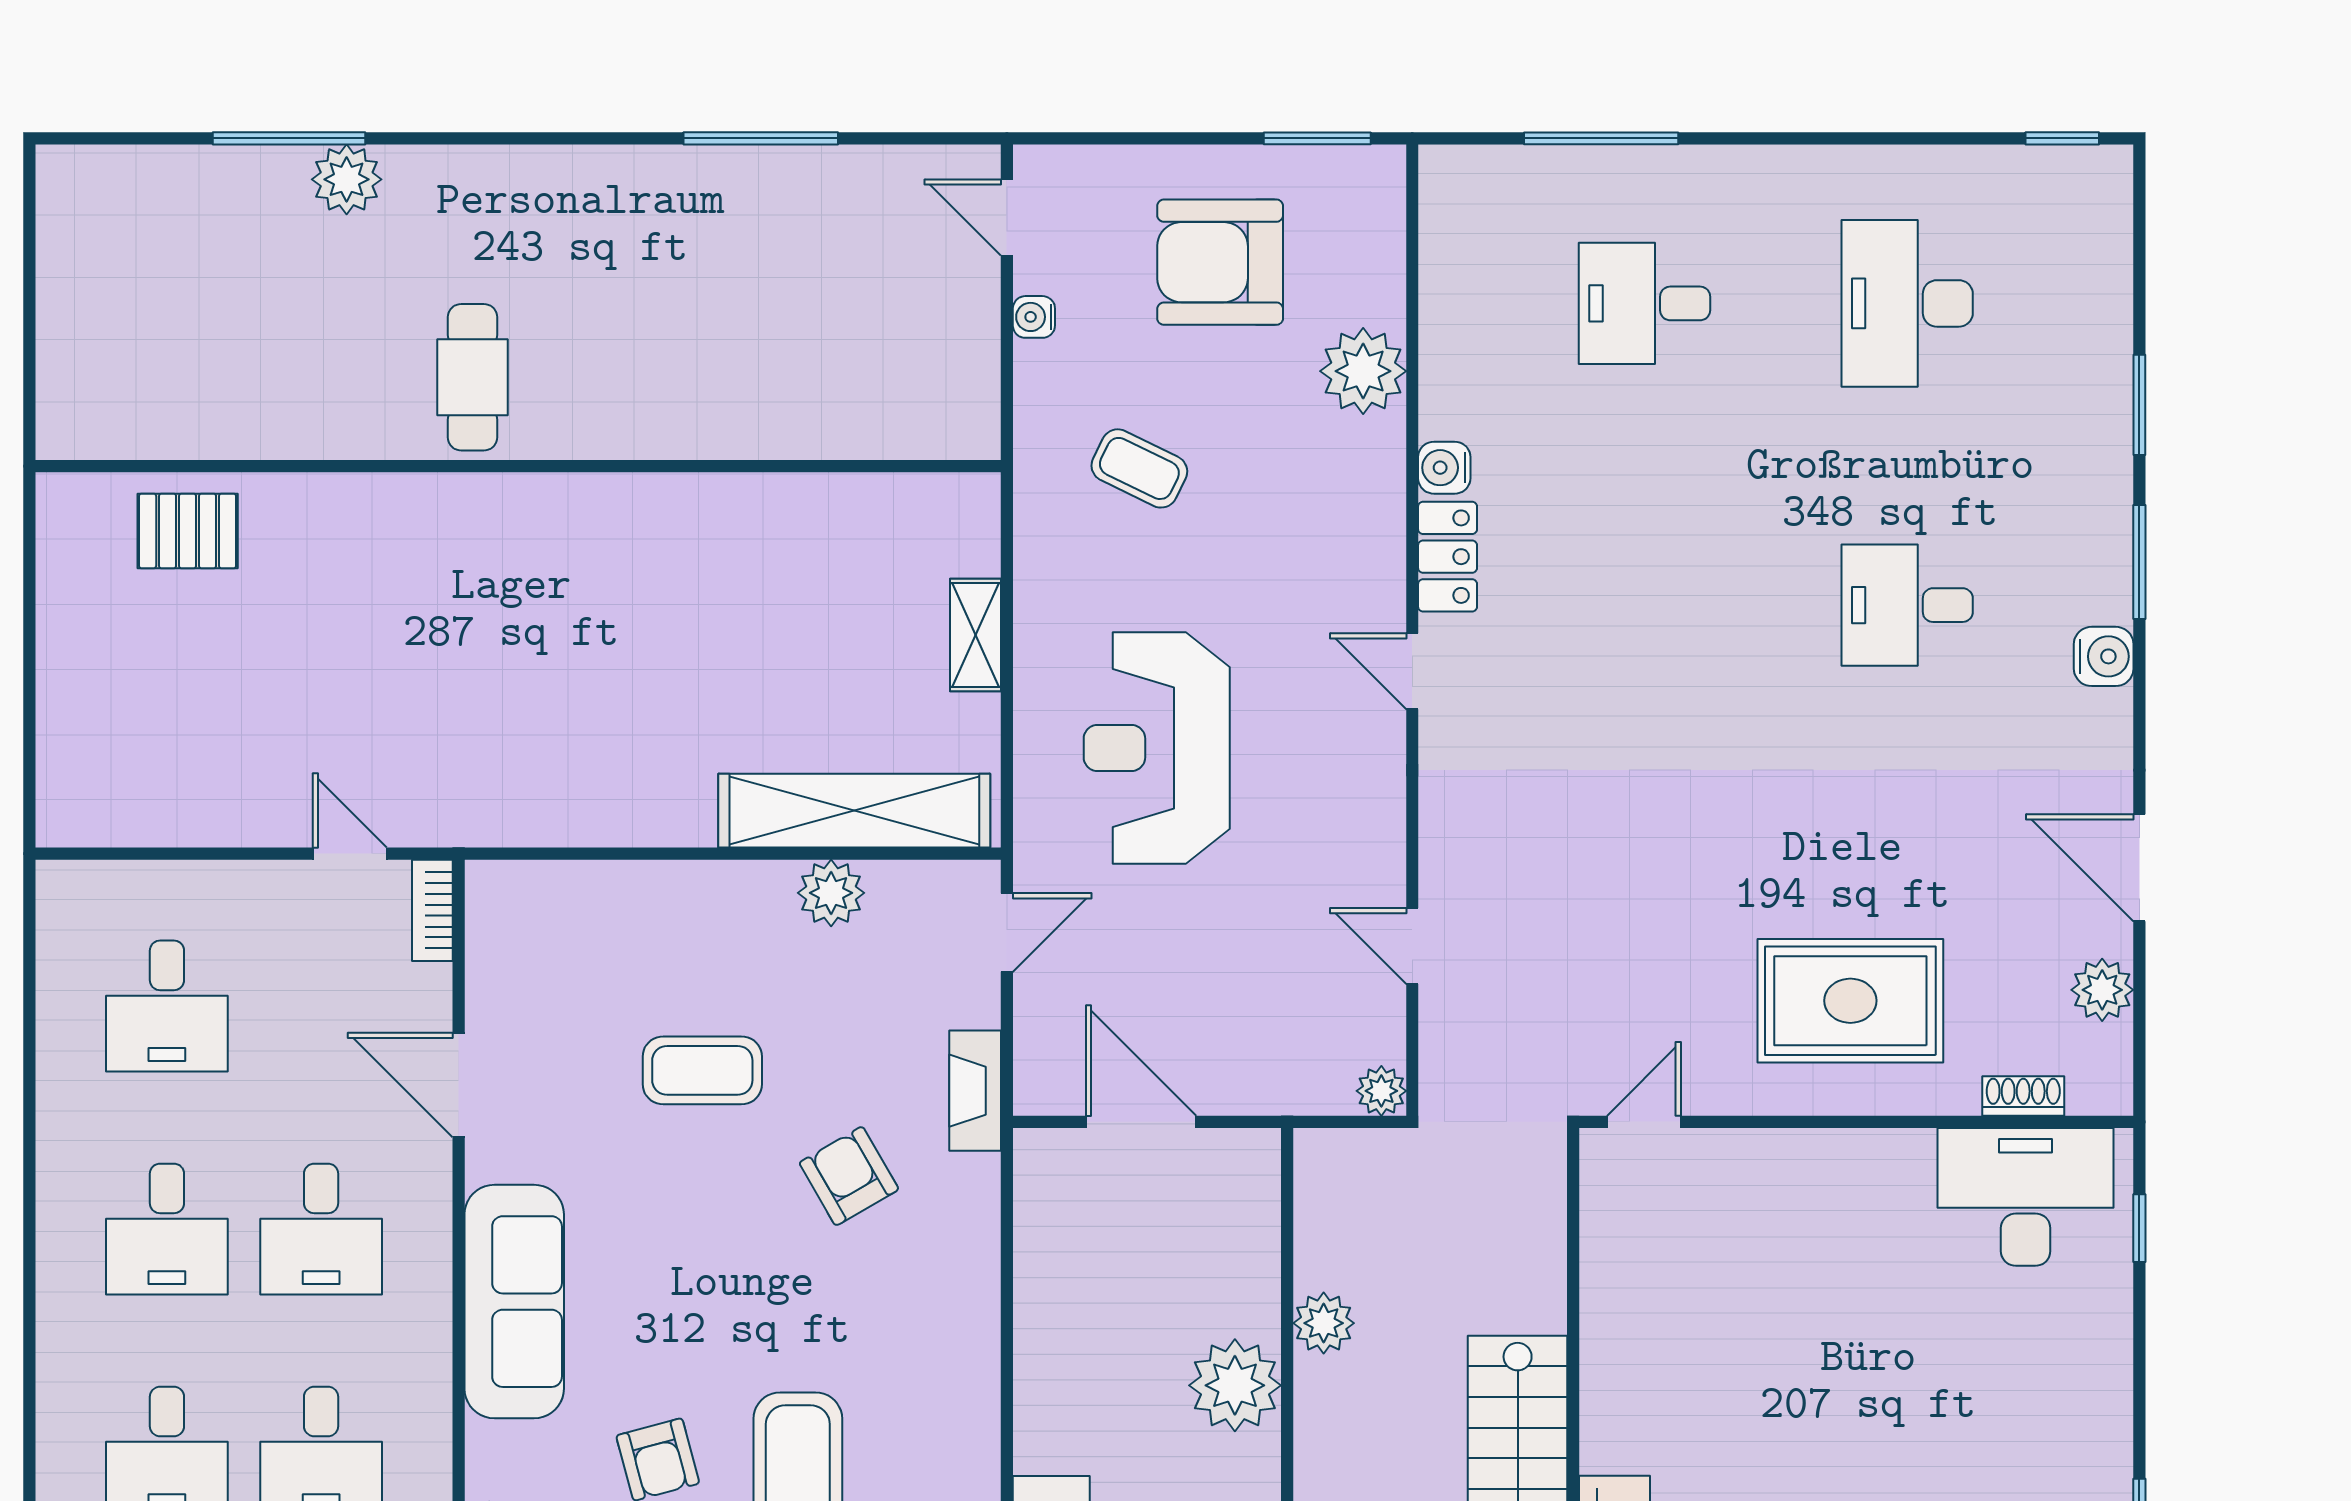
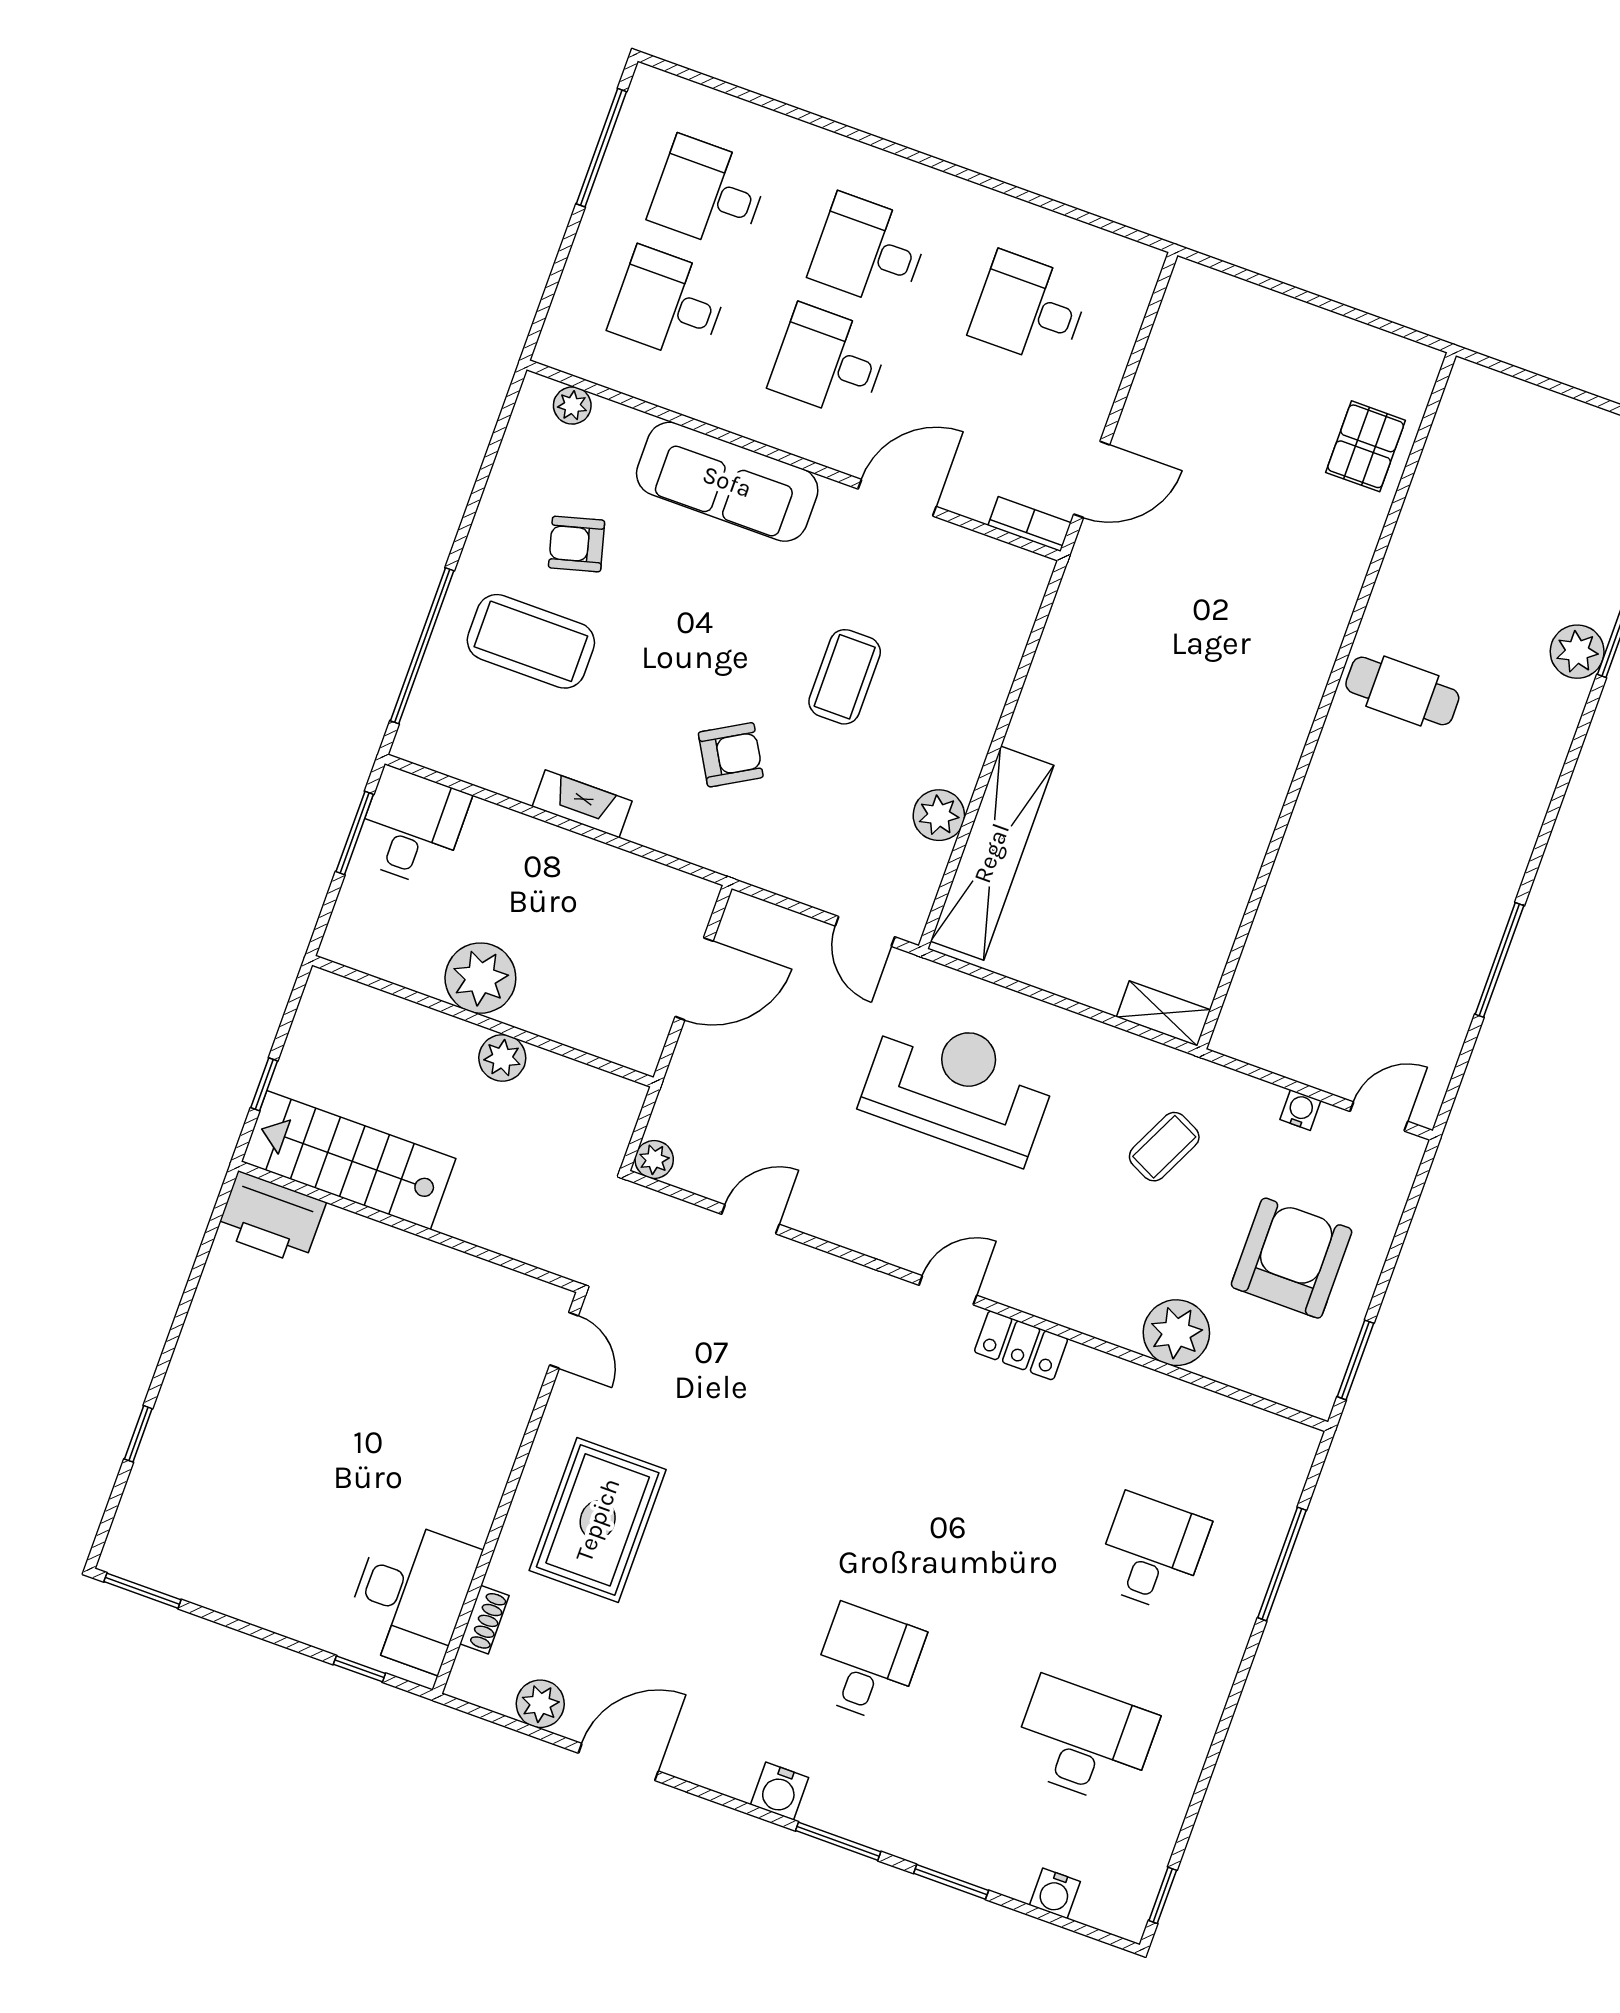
water cooler: (1444, 468) -> (1055, 1893), moved, turned 180
shelving: (976, 635) -> (1163, 1013), moved
door: (350, 854) -> (1092, 479), width x1.38
fireplace: (975, 1091) -> (582, 804), moved

